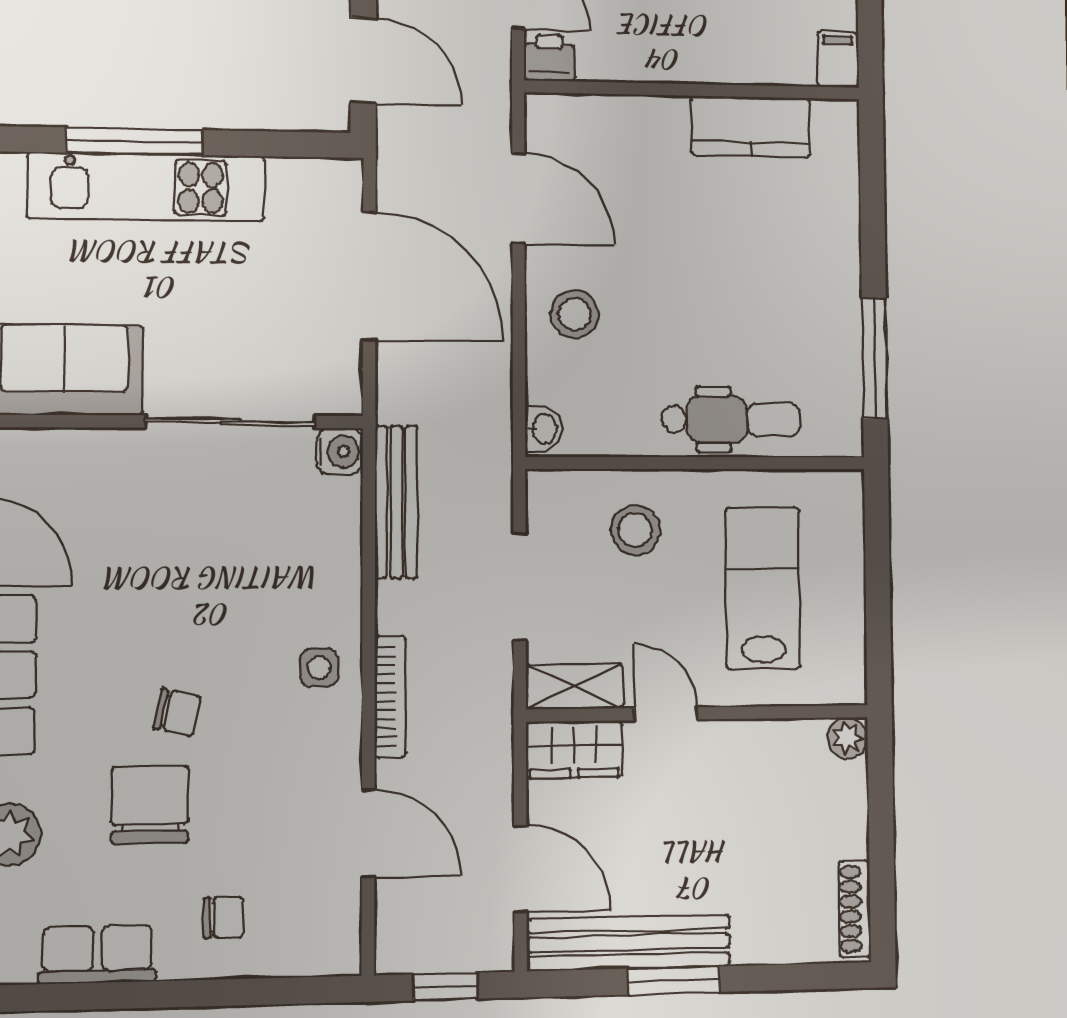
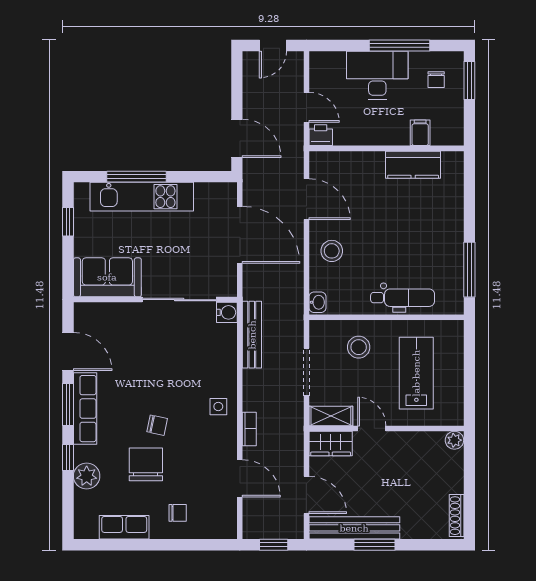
filing cabinet: (838, 59) -> (420, 133), moved
bookcase: (390, 696) -> (249, 429), width x0.64

